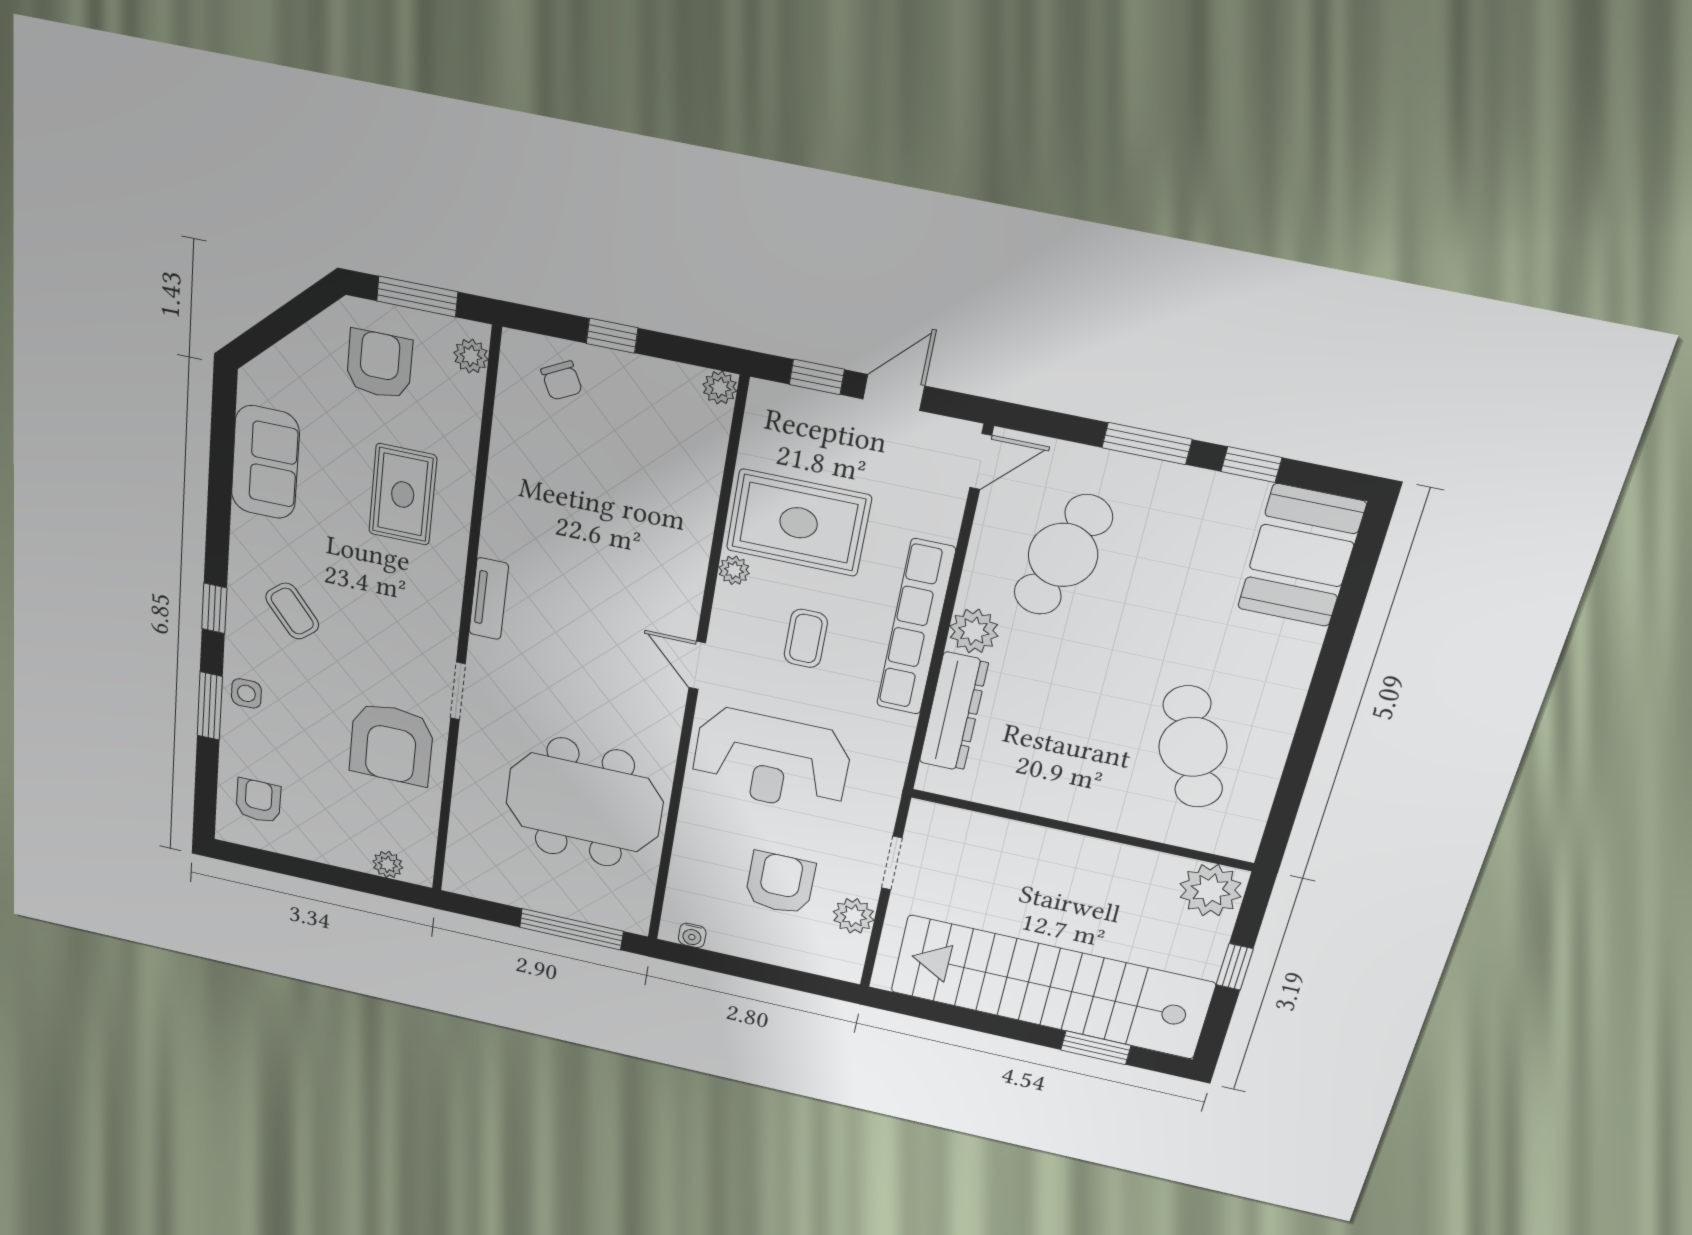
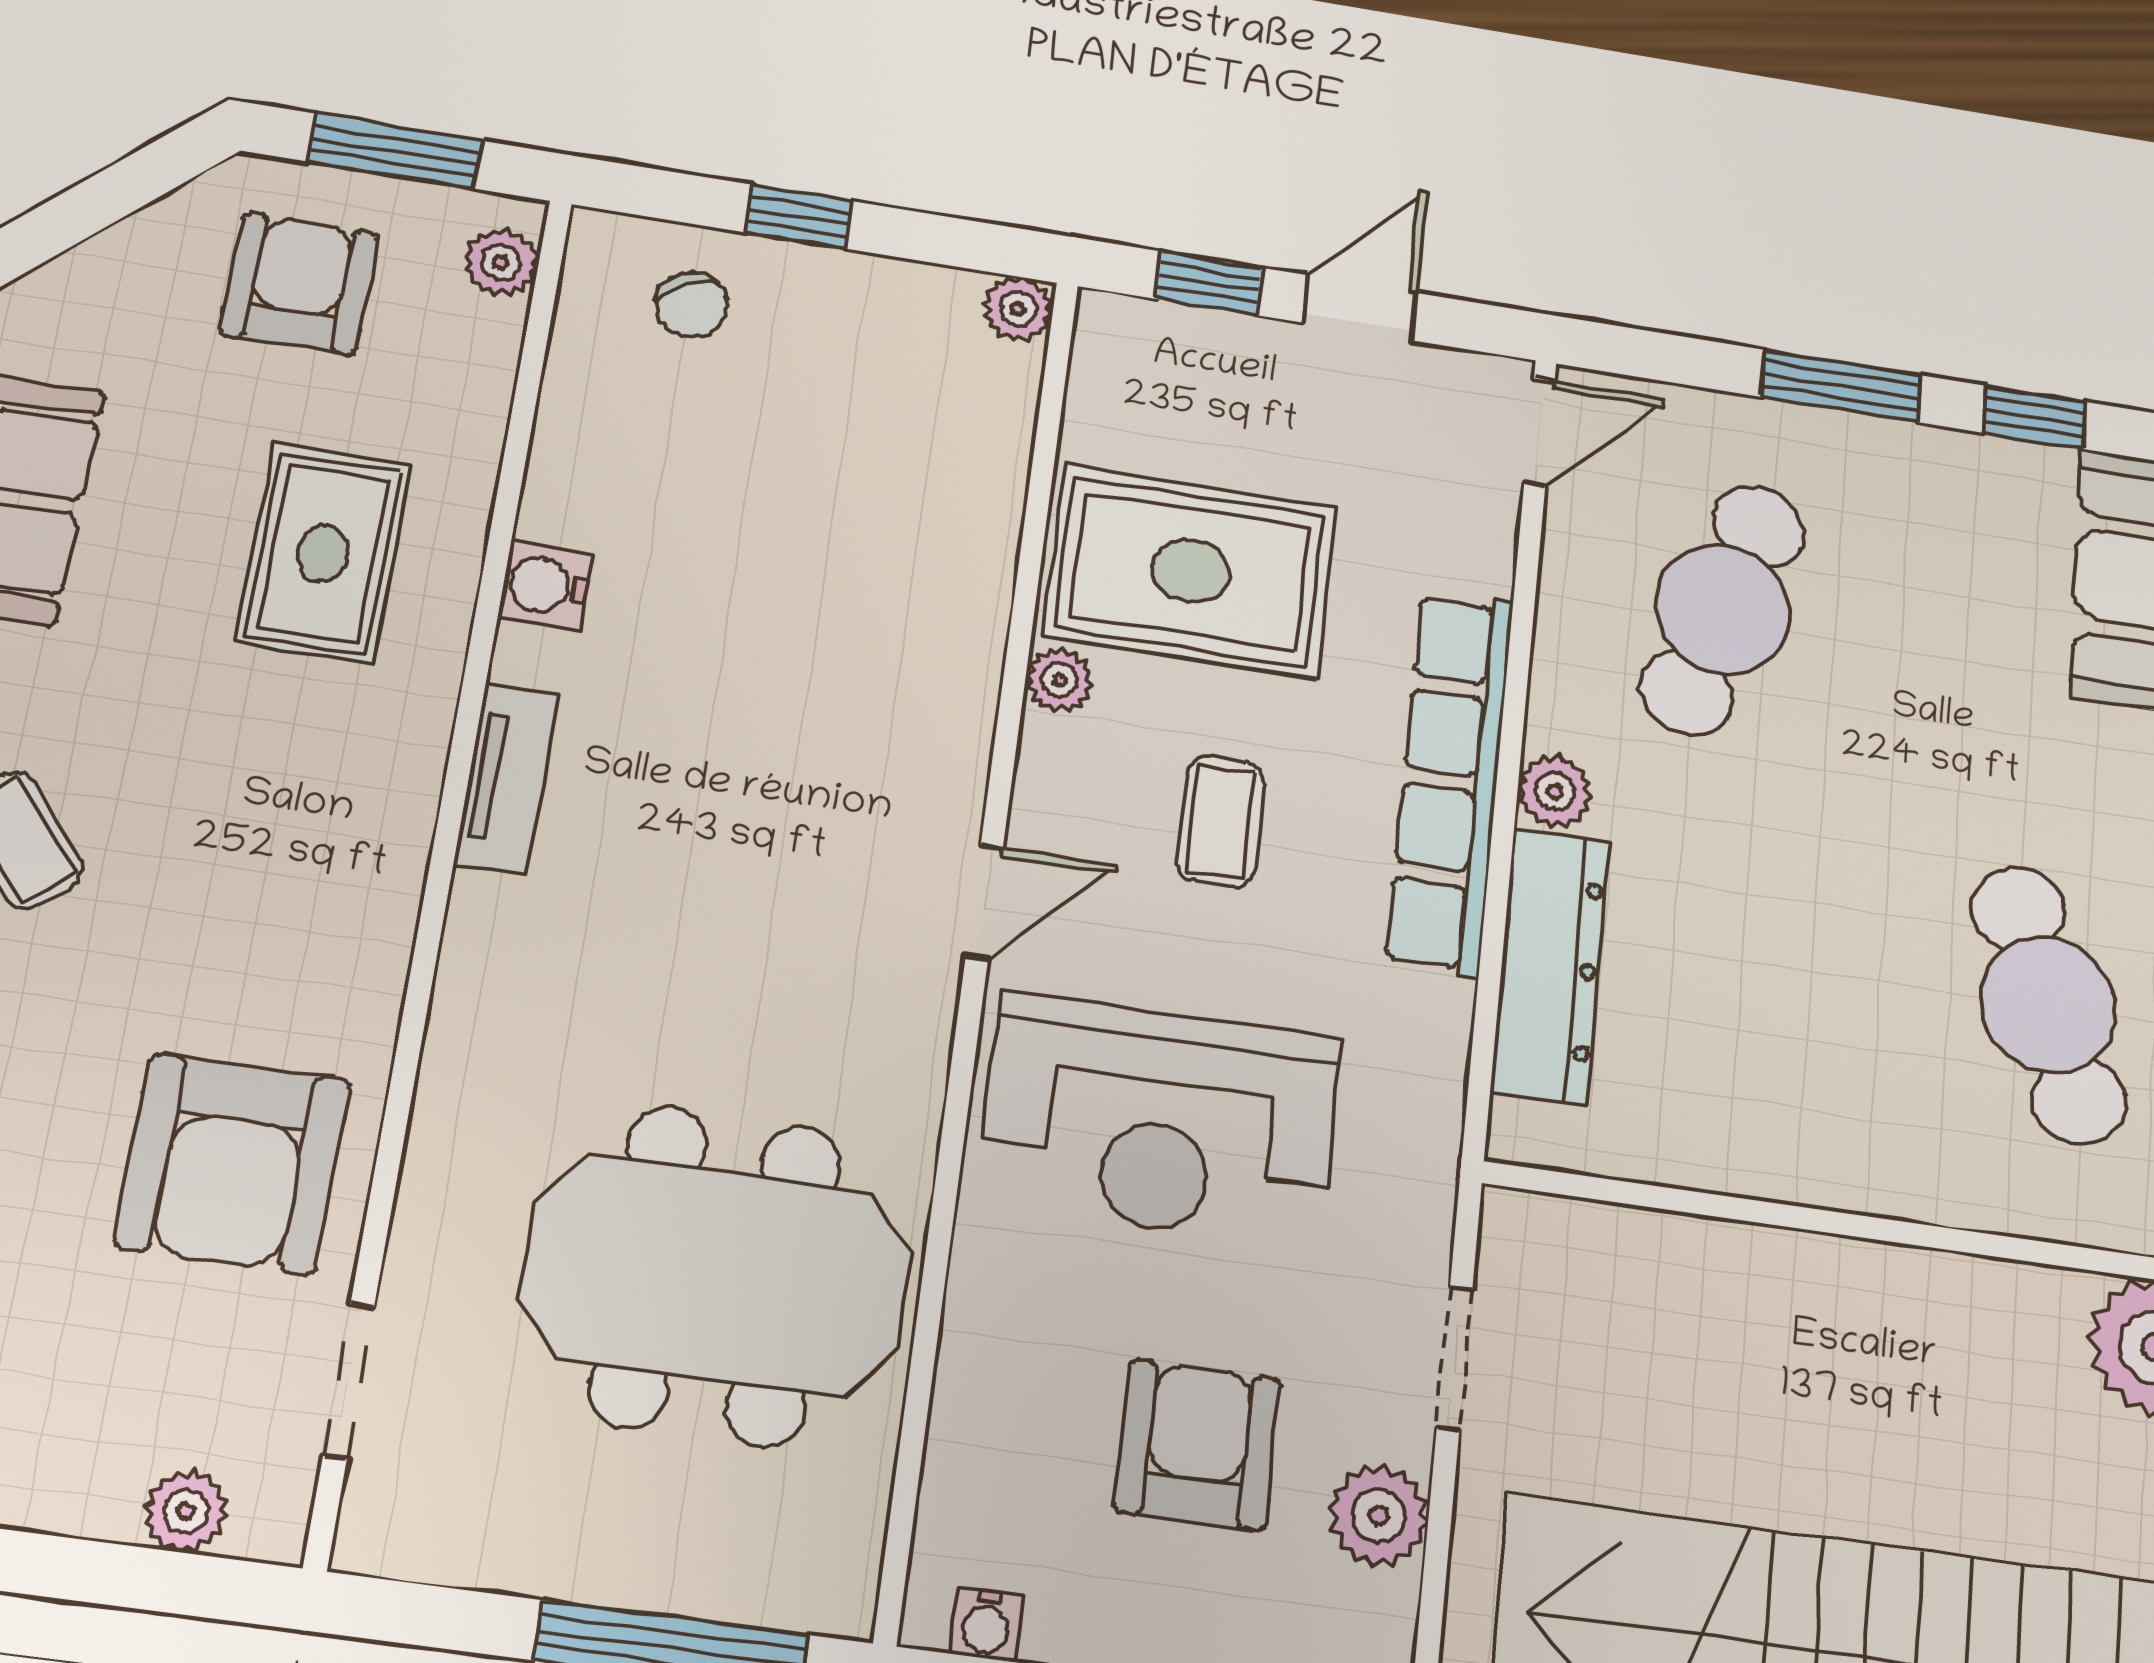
water cooler: (501, 514) -> (546, 585), added
plant: (974, 631) -> (1555, 791), width x0.73, depth x0.73
door: (697, 665) -> (984, 902), swing flipped
doorway: (458, 691) -> (349, 1381), moved

